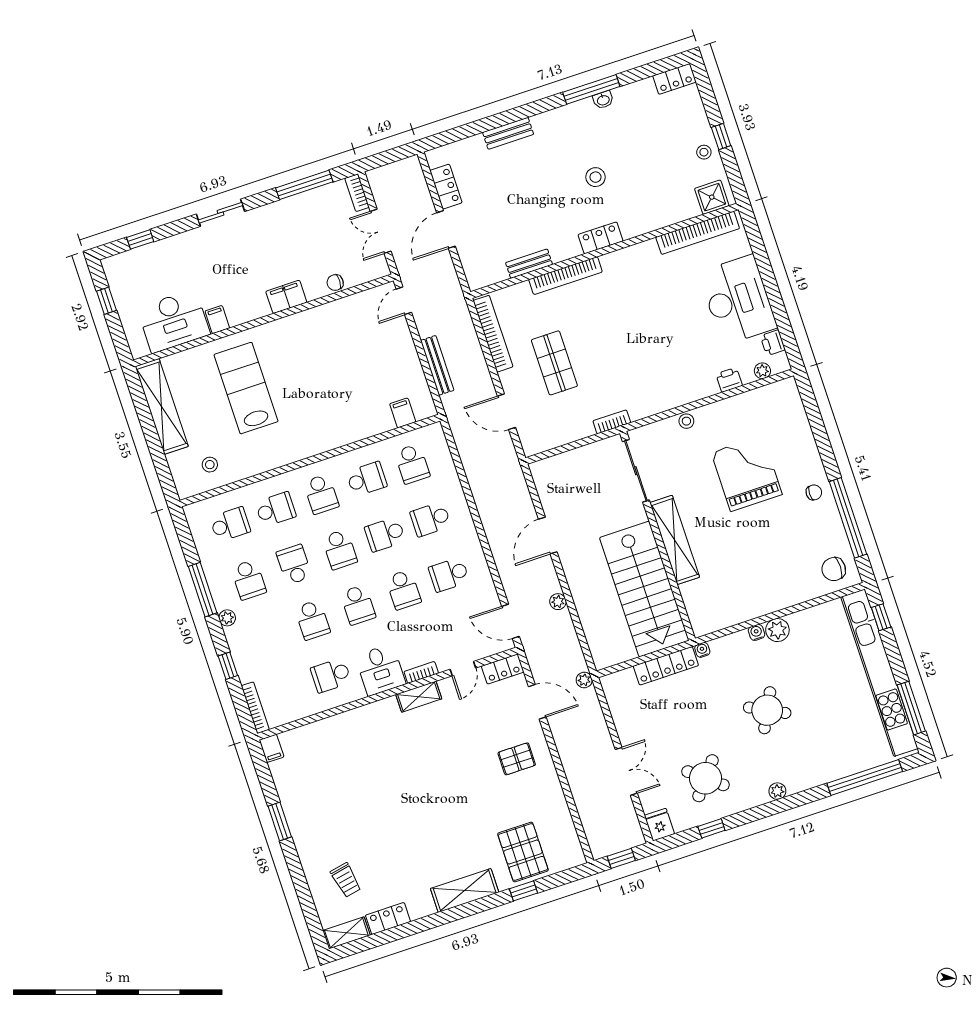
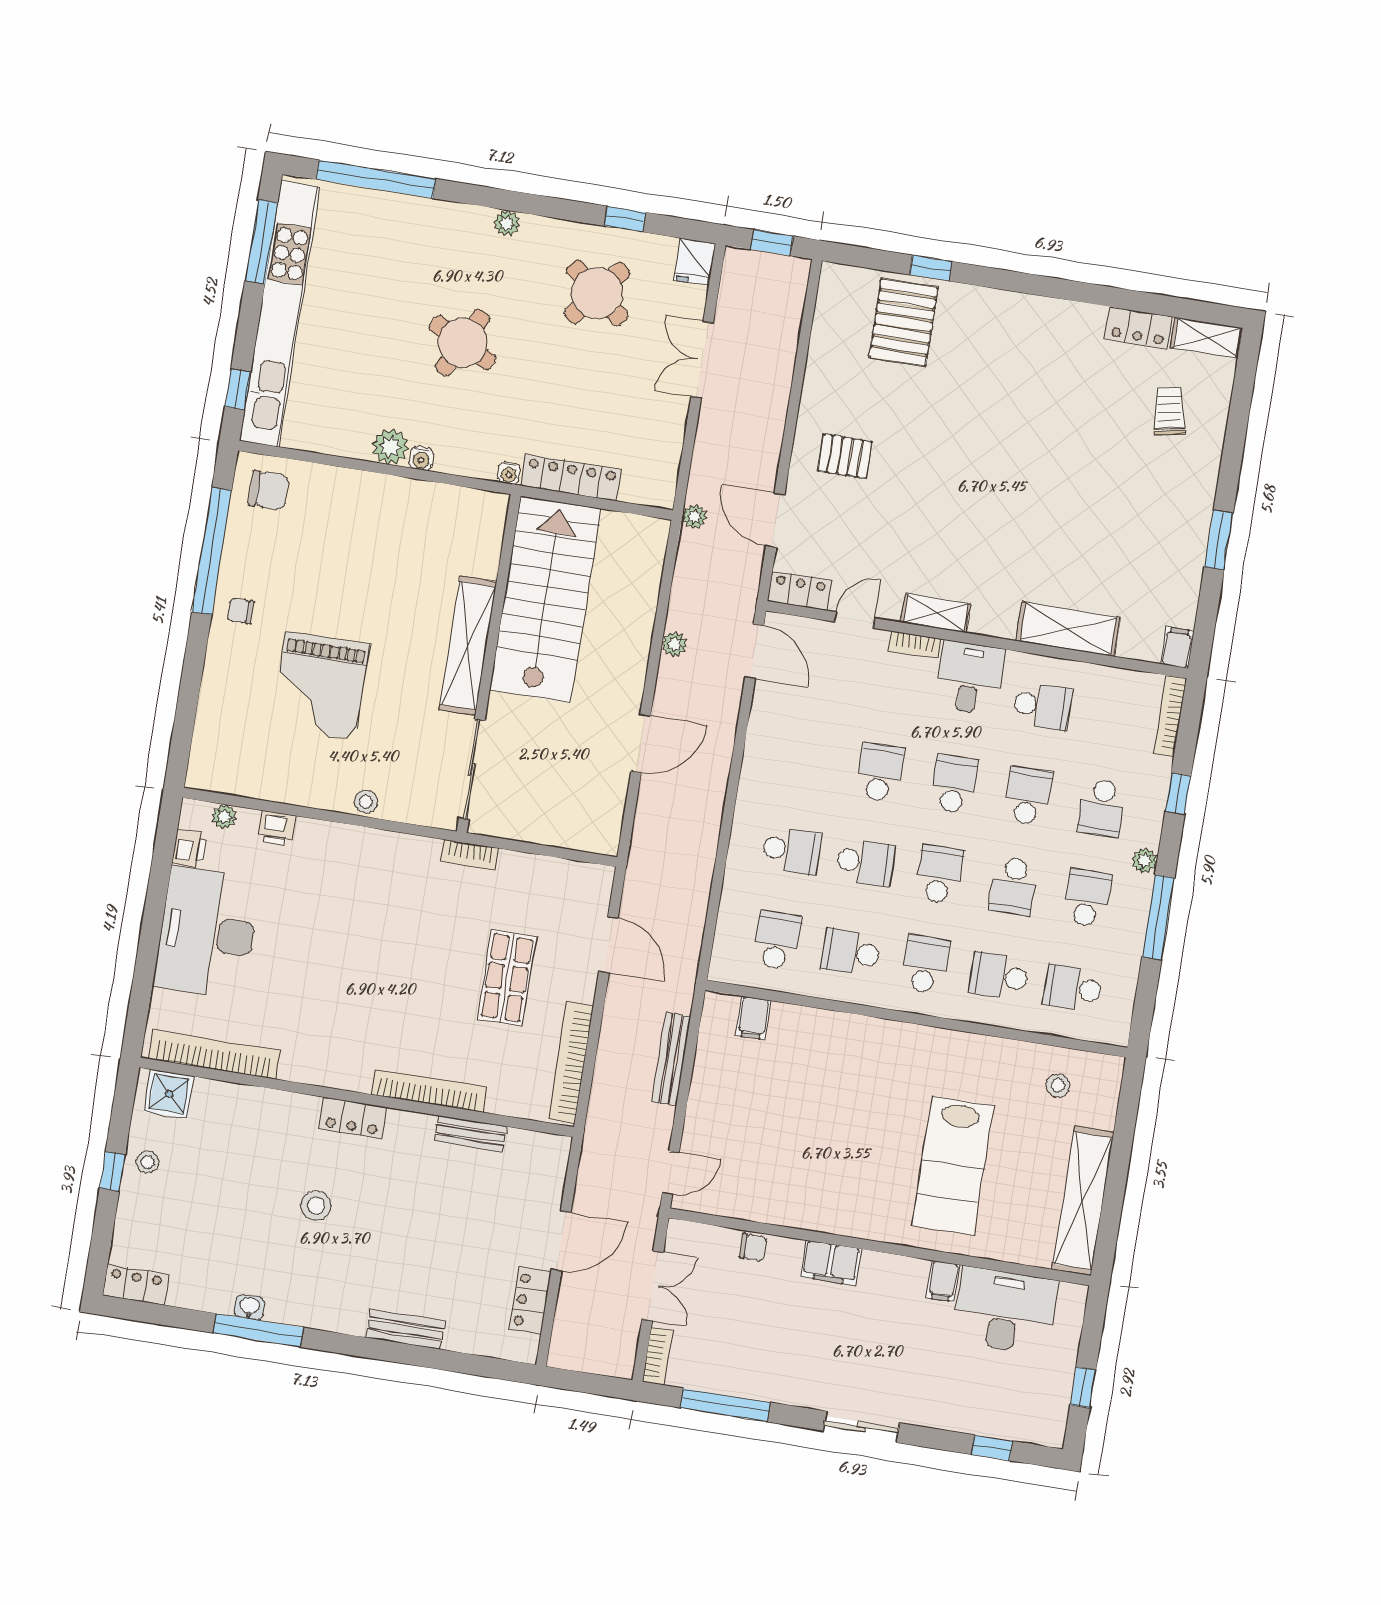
school desk: (449, 575) -> (1102, 808), moved, turned 90
shelving: (465, 891) -> (1068, 629), moved

